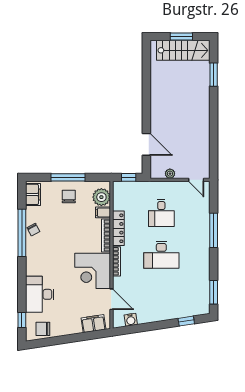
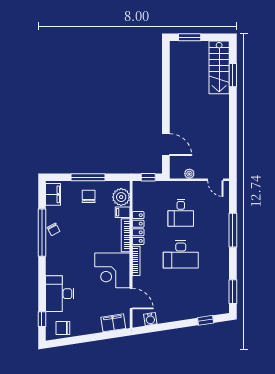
window: (181, 37) -> (190, 37), moved
stairs: (183, 50) -> (219, 67), moved, turned 90

